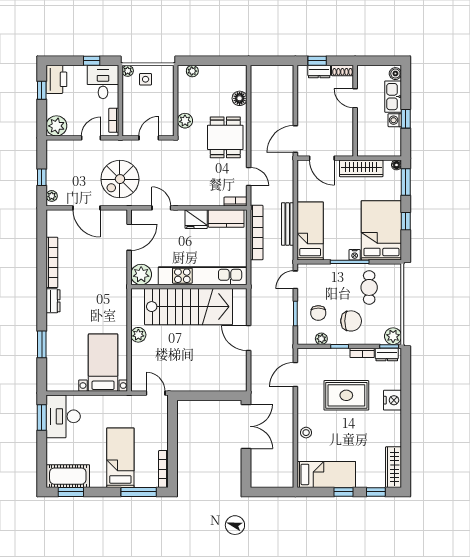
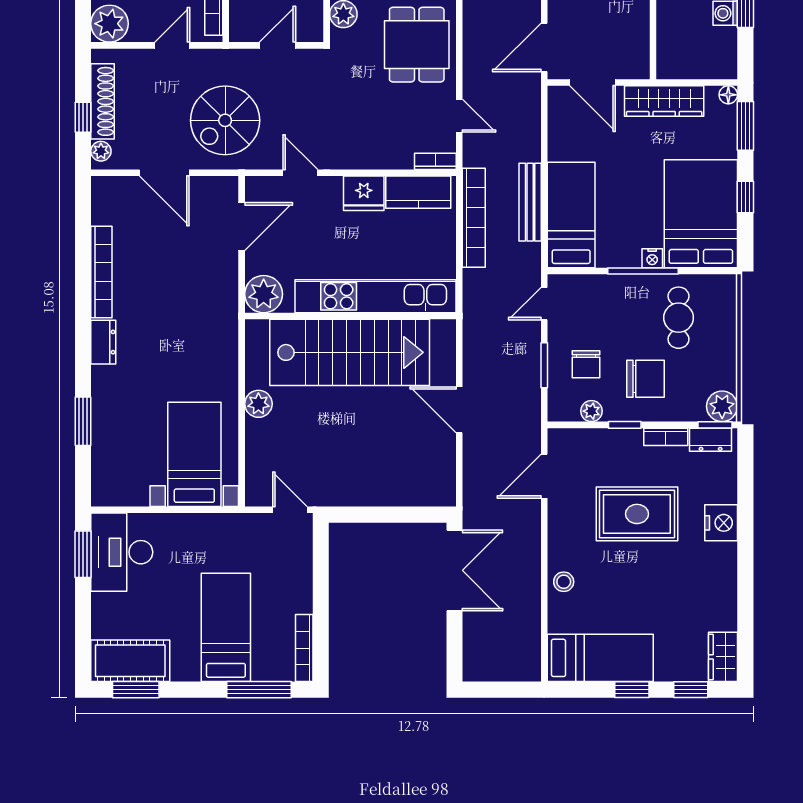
shoe rack: (53, 169) -> (103, 101), added
wardrobe: (394, 467) -> (723, 657), width x0.67

